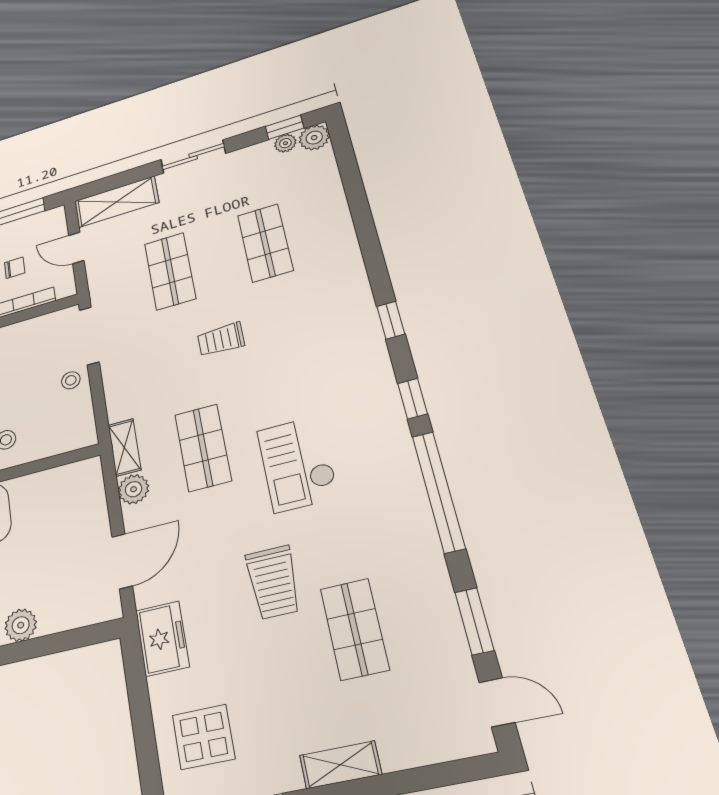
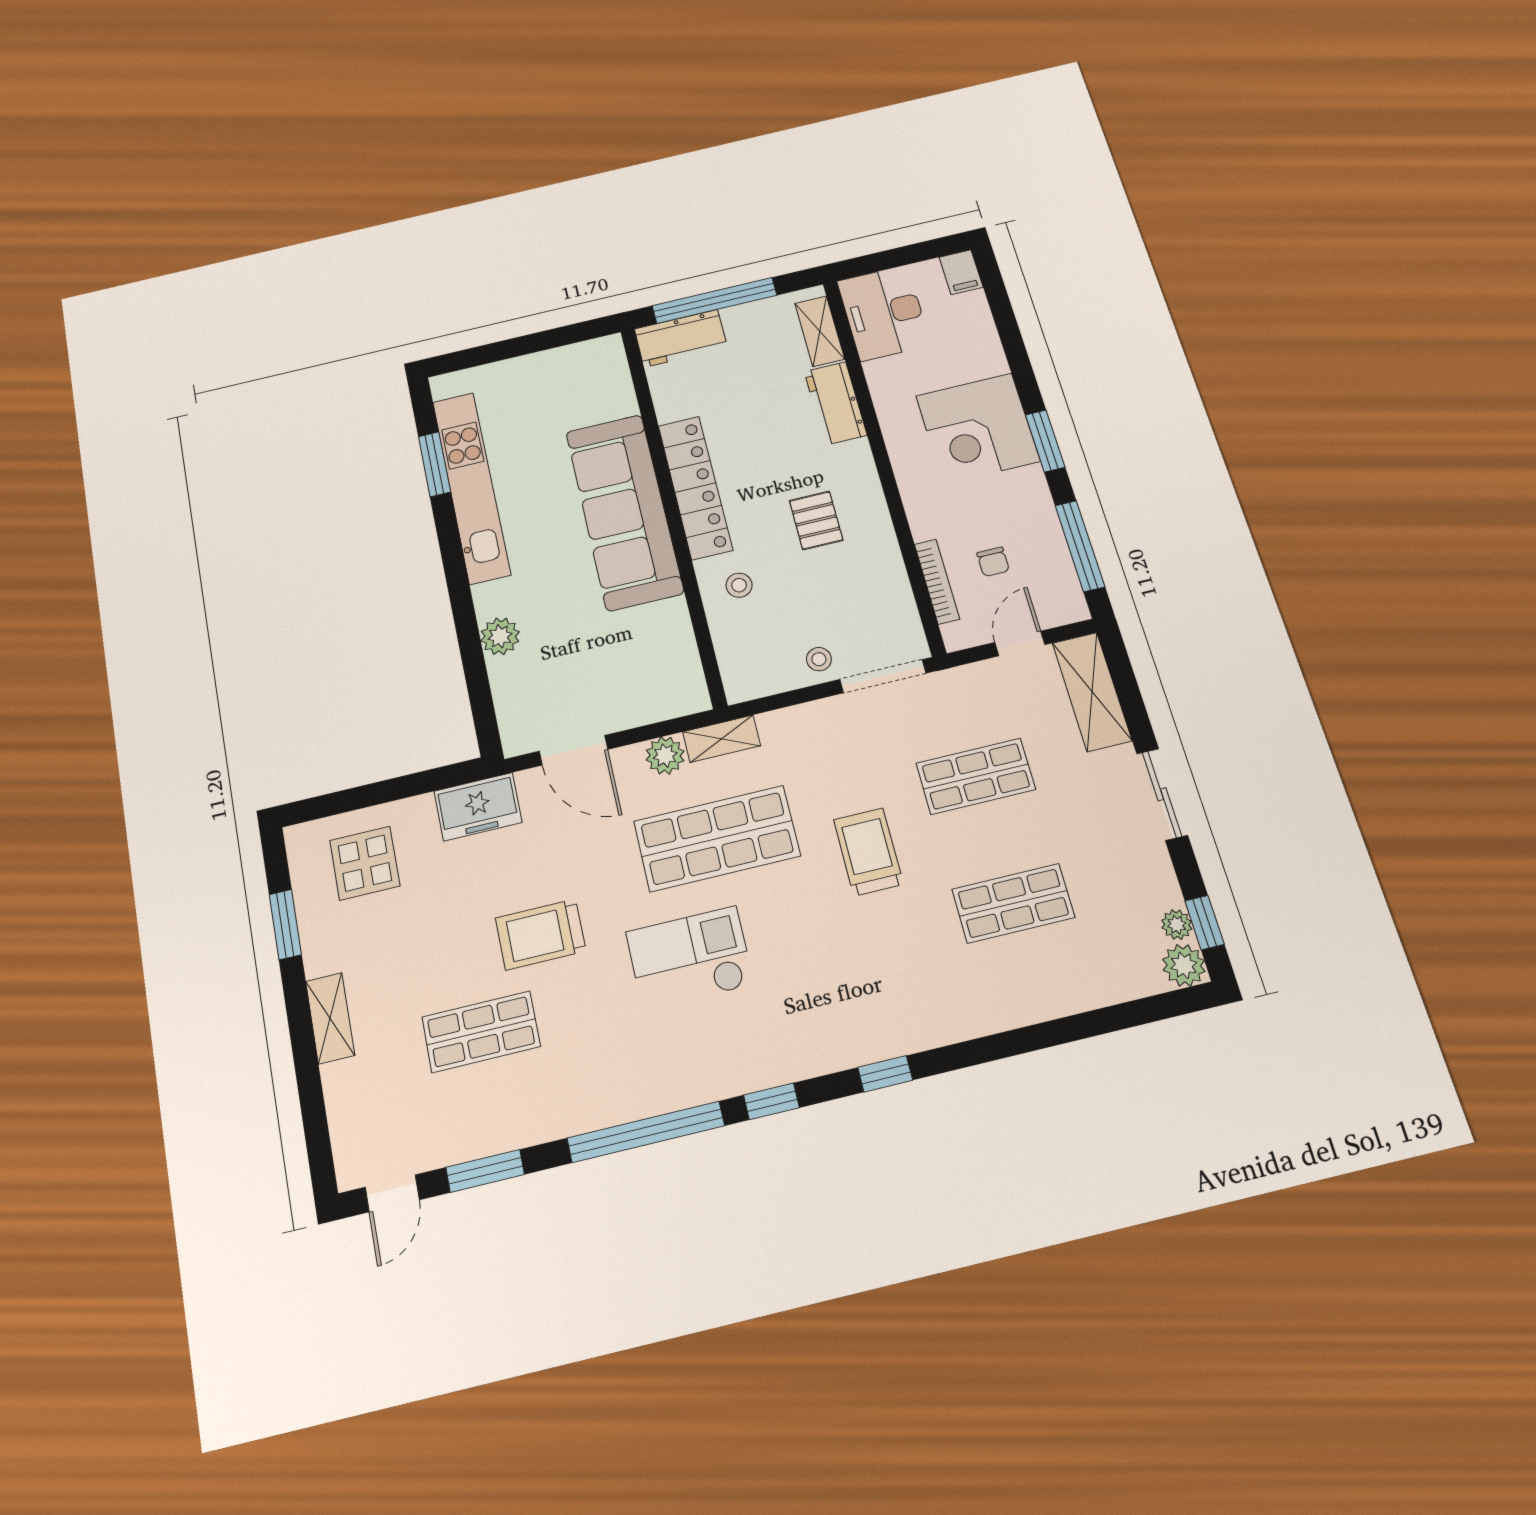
trolley: (221, 339) -> (868, 852), width x1.36, depth x1.39
shop shelf: (203, 448) -> (717, 838), width x1.43, depth x1.36

